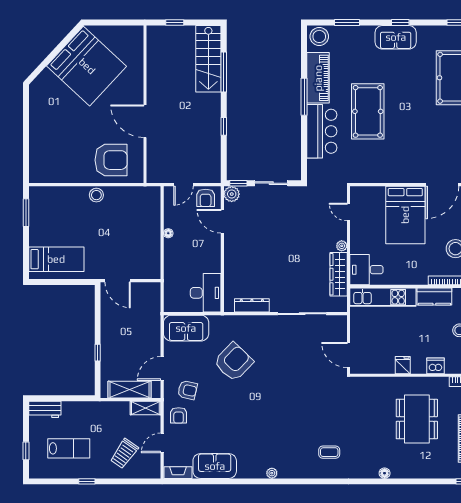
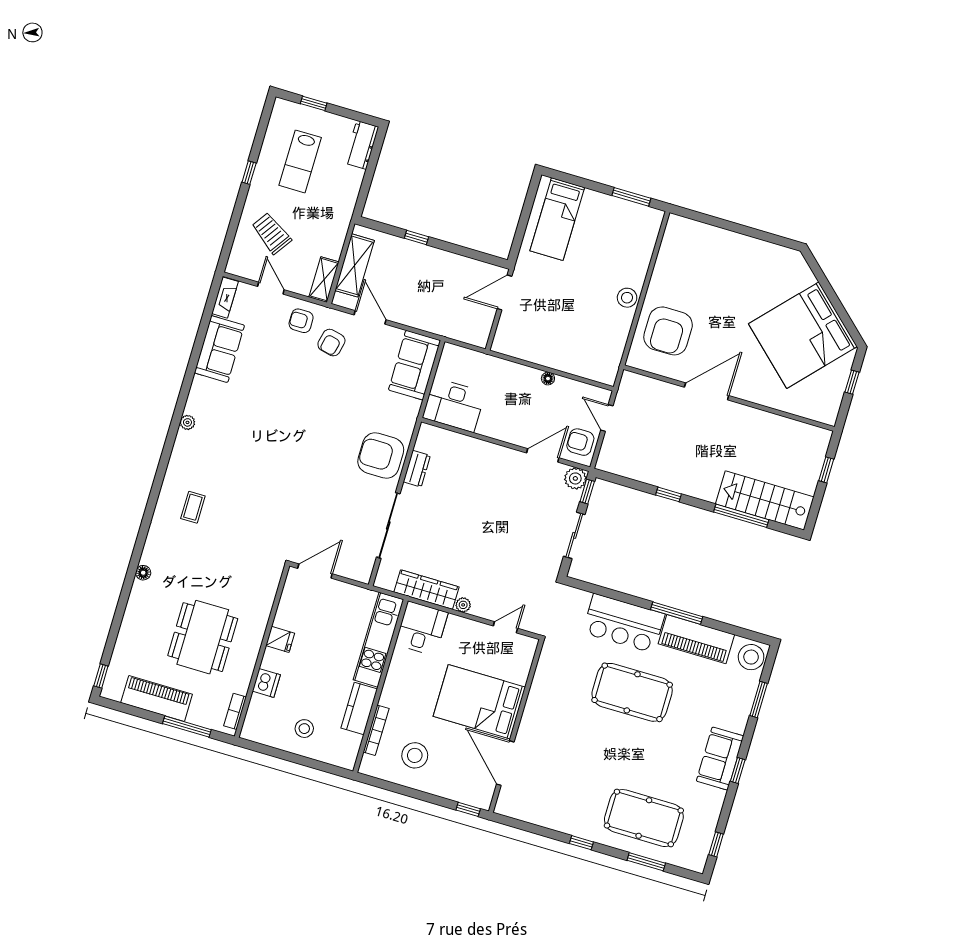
window: (109, 23) -> (852, 382), added
dresser: (252, 305) -> (417, 469), width x0.70
armchair: (233, 362) -> (381, 456), moved, turned 136
dining table: (417, 419) -> (203, 637), turned 90

